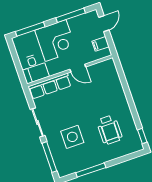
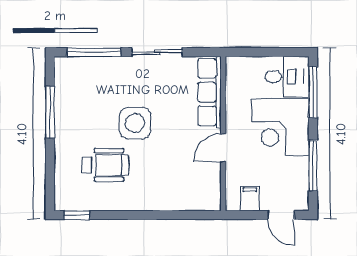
desk: (34, 68) -> (287, 77), moved, turned 180
wheelchair: (109, 130) -> (105, 165), turned 180
side table: (72, 137) -> (135, 123), moved

